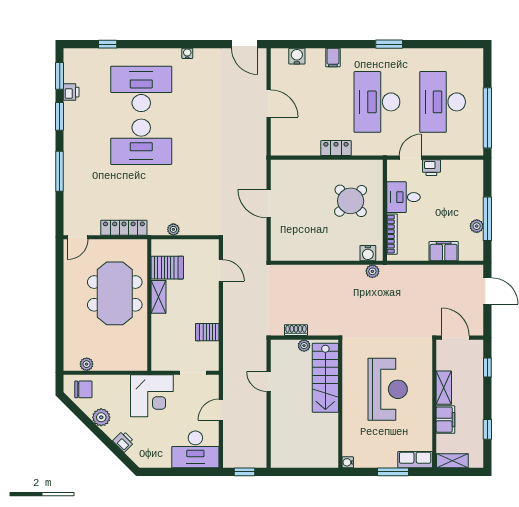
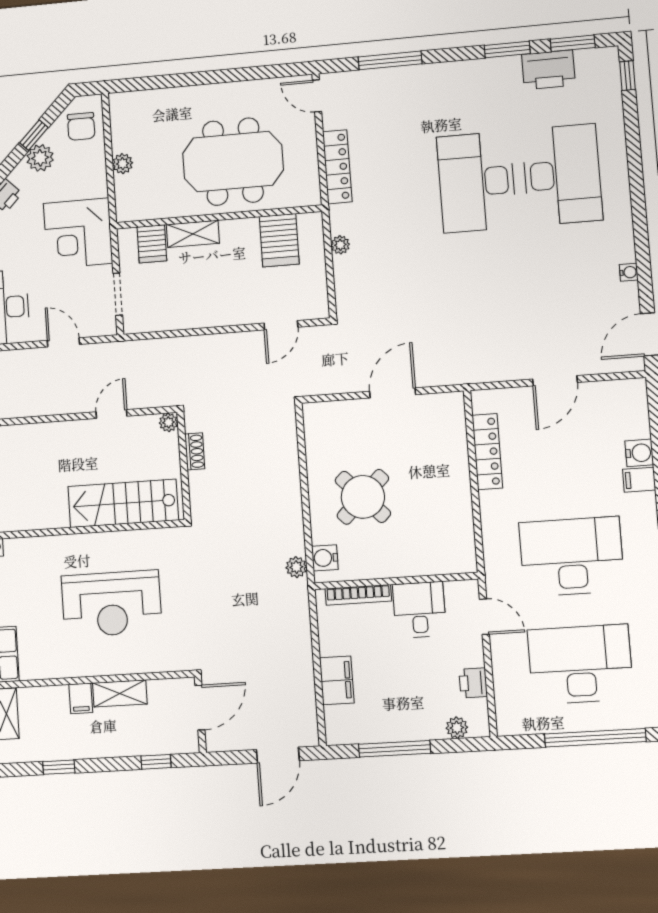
window: (108, 44) -> (627, 76), moved
water cooler: (187, 53) -> (629, 272), moved
water cooler: (297, 56) -> (639, 453), moved
printer: (71, 92) -> (548, 70), width x1.87, depth x1.48
window: (487, 118) -> (595, 738), moved
locker: (336, 148) -> (487, 452), moved, width x1.53
printer: (431, 168) -> (473, 683), moved
window: (60, 171) -> (390, 60), moved
round table: (351, 201) -> (363, 497), moved
plant: (477, 226) -> (457, 728), moved
shelving: (159, 297) -> (193, 234), moved
server rack: (207, 332) -> (152, 244), moved, turned 180
plant: (304, 346) -> (169, 422), moved
plant: (87, 364) -> (123, 164), moved
window: (86, 420) -> (34, 135), added
filing cabinet: (445, 420) -> (81, 698), width x0.50

